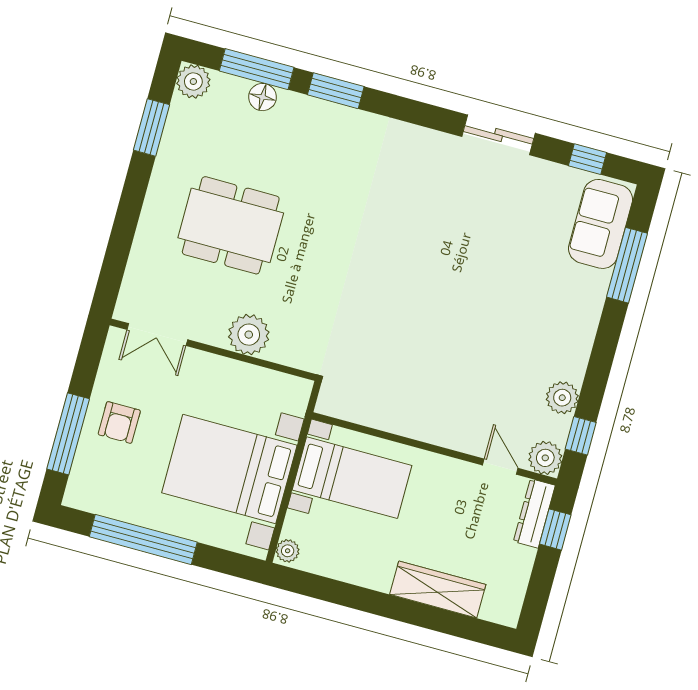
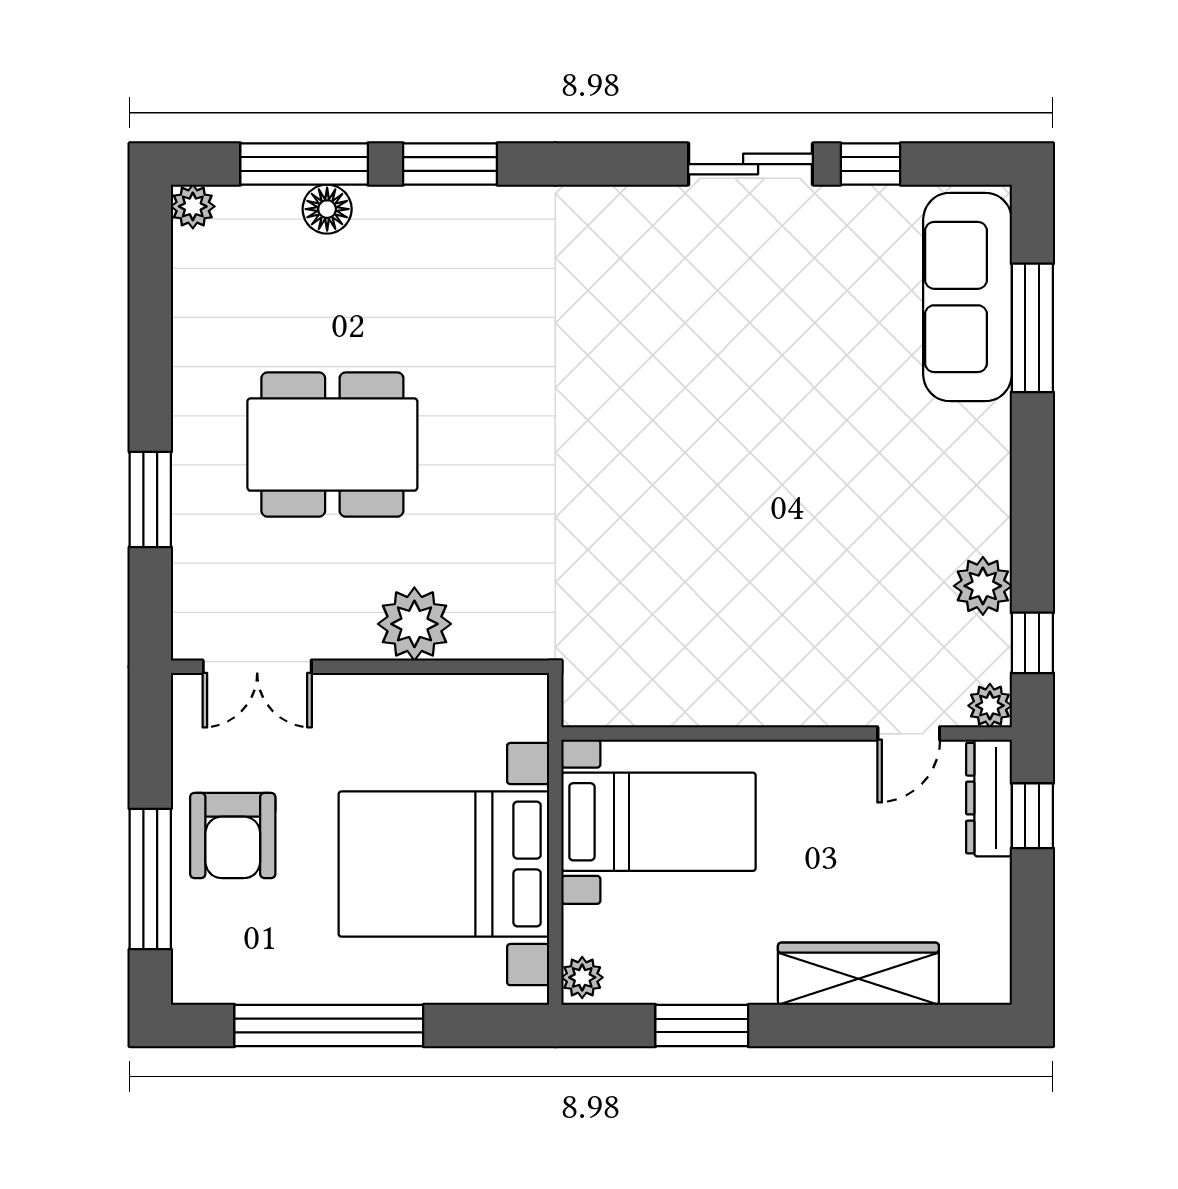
plant: (193, 82) -> (193, 206), width x0.73, depth x0.73
window: (151, 127) -> (150, 500), moved
window: (587, 159) -> (870, 164), moved
sofa: (601, 224) -> (968, 297), width x1.36
armchair: (119, 422) -> (233, 835), width x1.38, depth x1.38
plant: (545, 458) -> (990, 706), width x0.73, depth x0.73
door: (500, 467) -> (909, 734), swing flipped
window: (345, 594) -> (702, 1025), added

